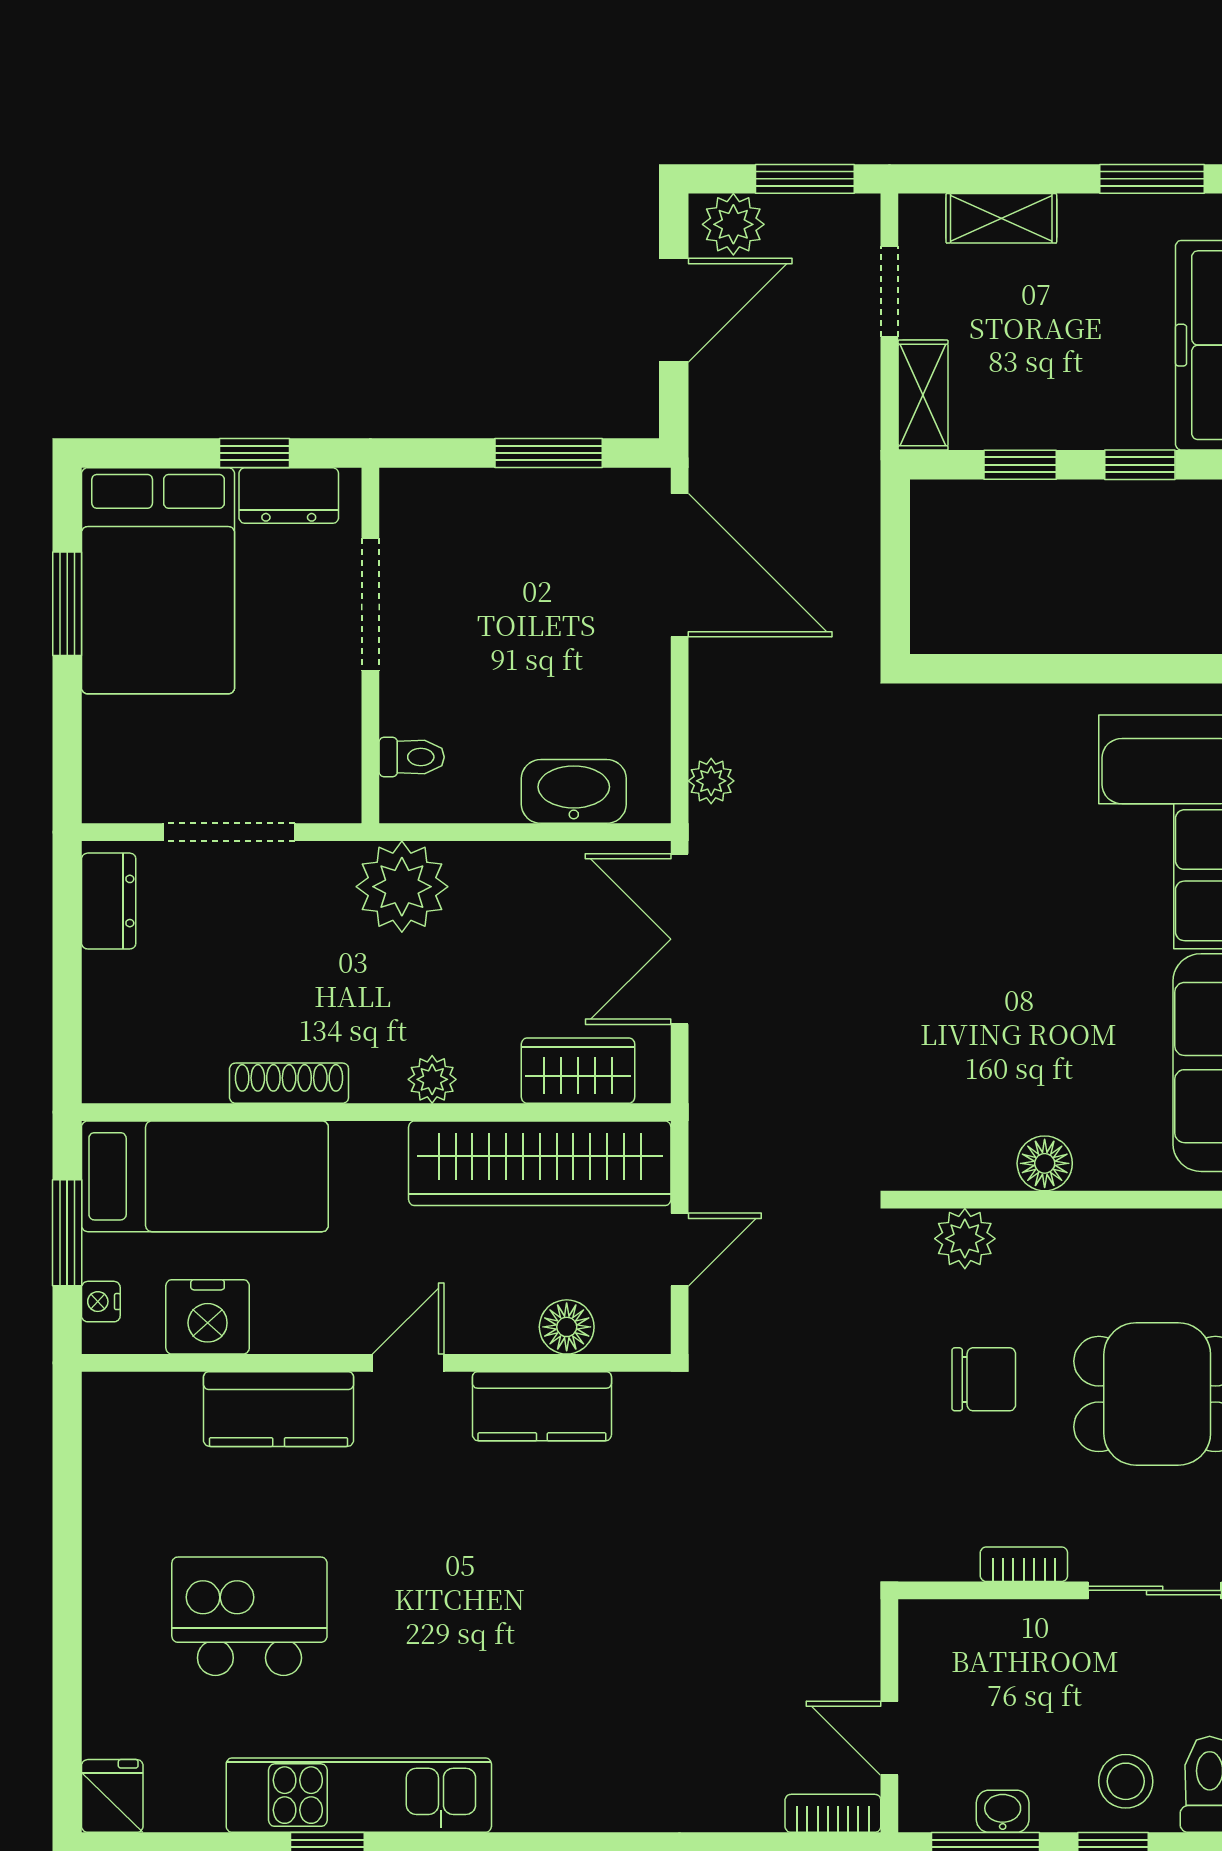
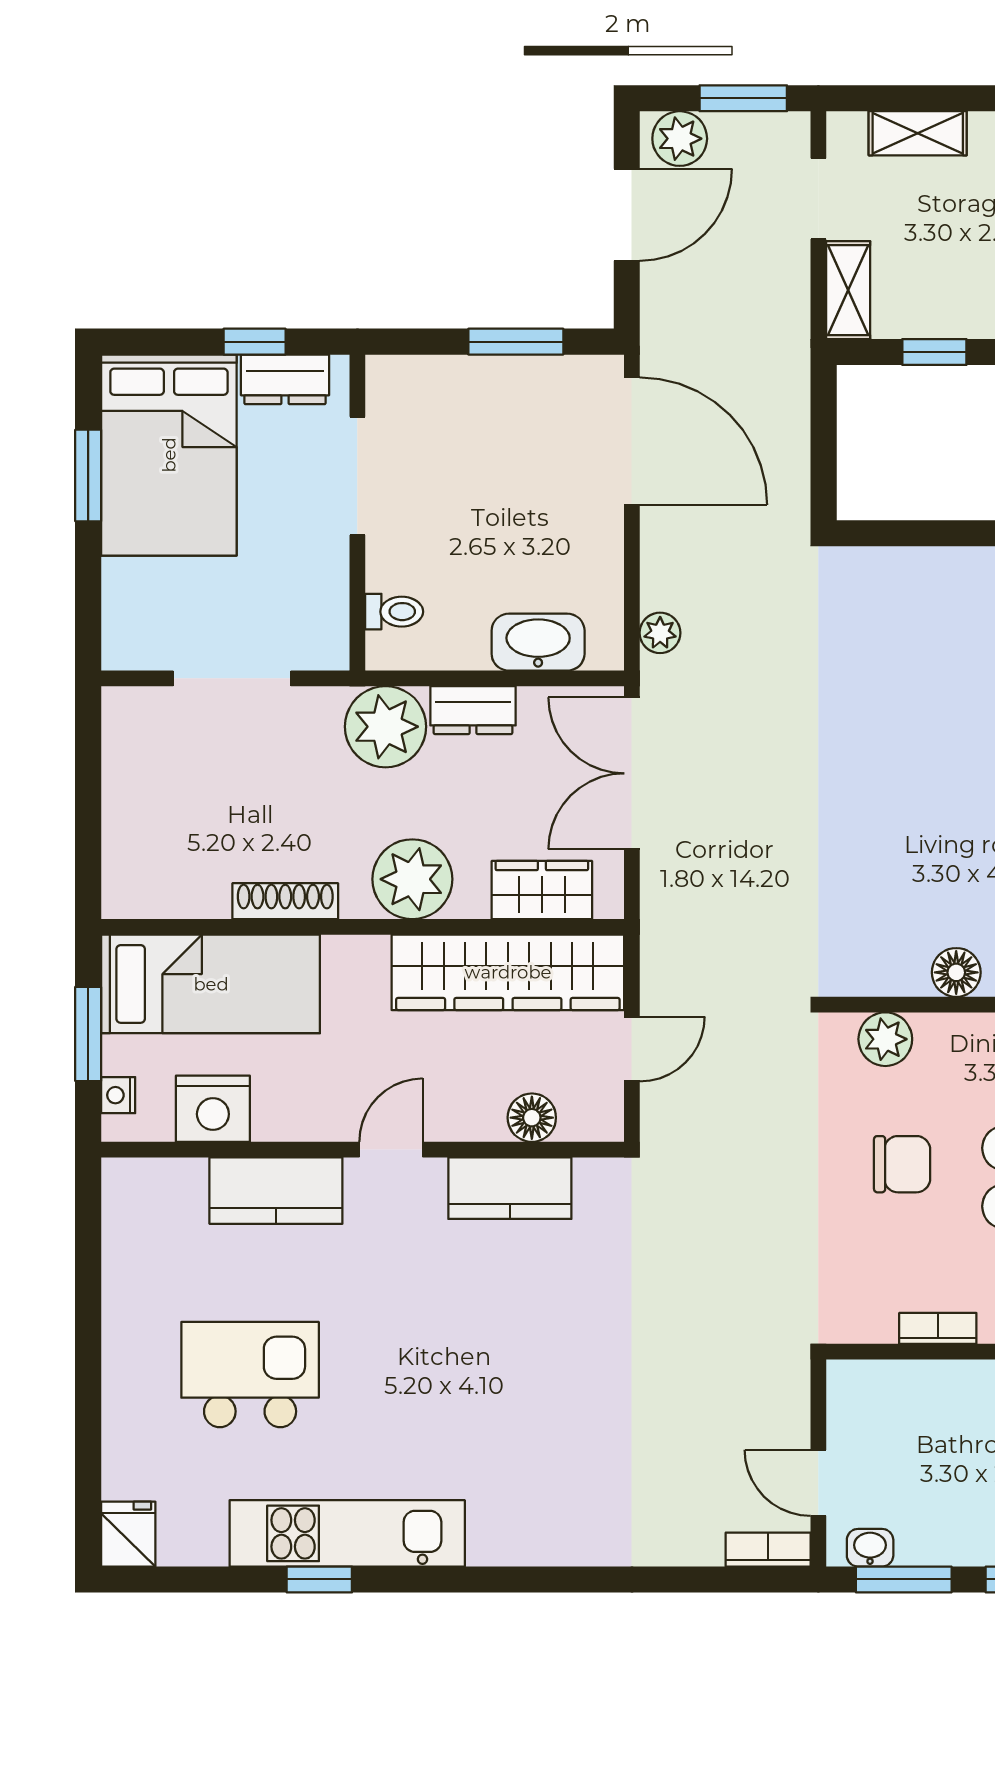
dresser: (109, 901) -> (473, 710), moved, turned 90
plant: (432, 1079) -> (412, 879), width x1.88, depth x1.88
washbasin: (1003, 1811) -> (870, 1548), moved

